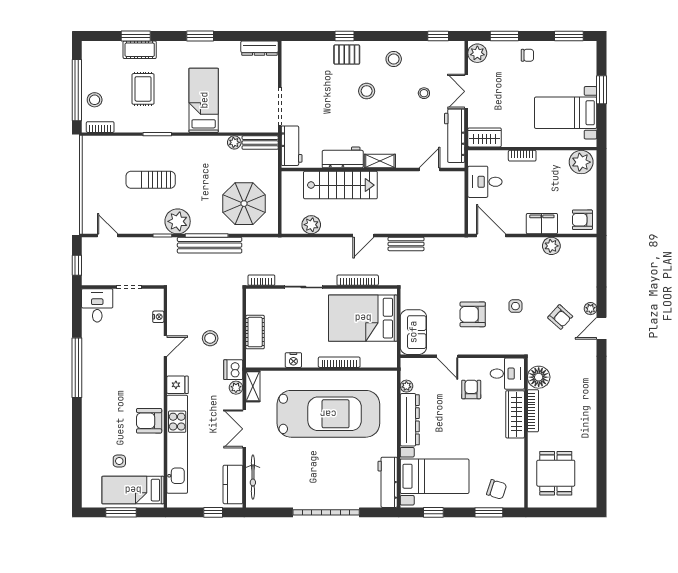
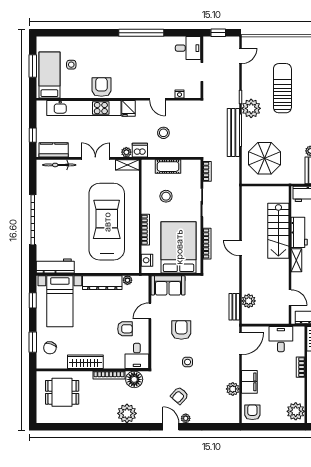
sun lounger: (151, 180) -> (282, 88), width x1.36, depth x1.34
plant: (311, 225) -> (249, 301), moved
bench: (406, 244) -> (234, 307), moved
stool: (295, 335) -> (166, 196), added
nightstand: (293, 360) -> (147, 260), moved
plant: (584, 387) -> (127, 413), added
car: (328, 414) -> (107, 222), turned 180
wardrobe: (515, 414) -> (85, 362), moved

